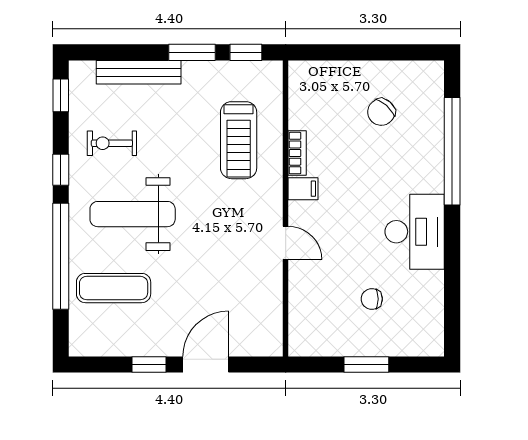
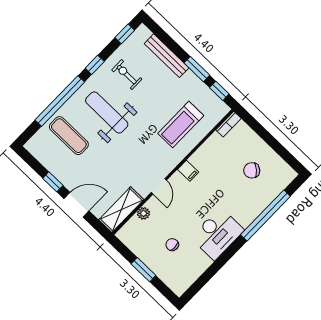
bookcase: (297, 153) -> (228, 124), moved
plant: (299, 295) -> (143, 213), added
shelving: (267, 317) -> (121, 210), added

